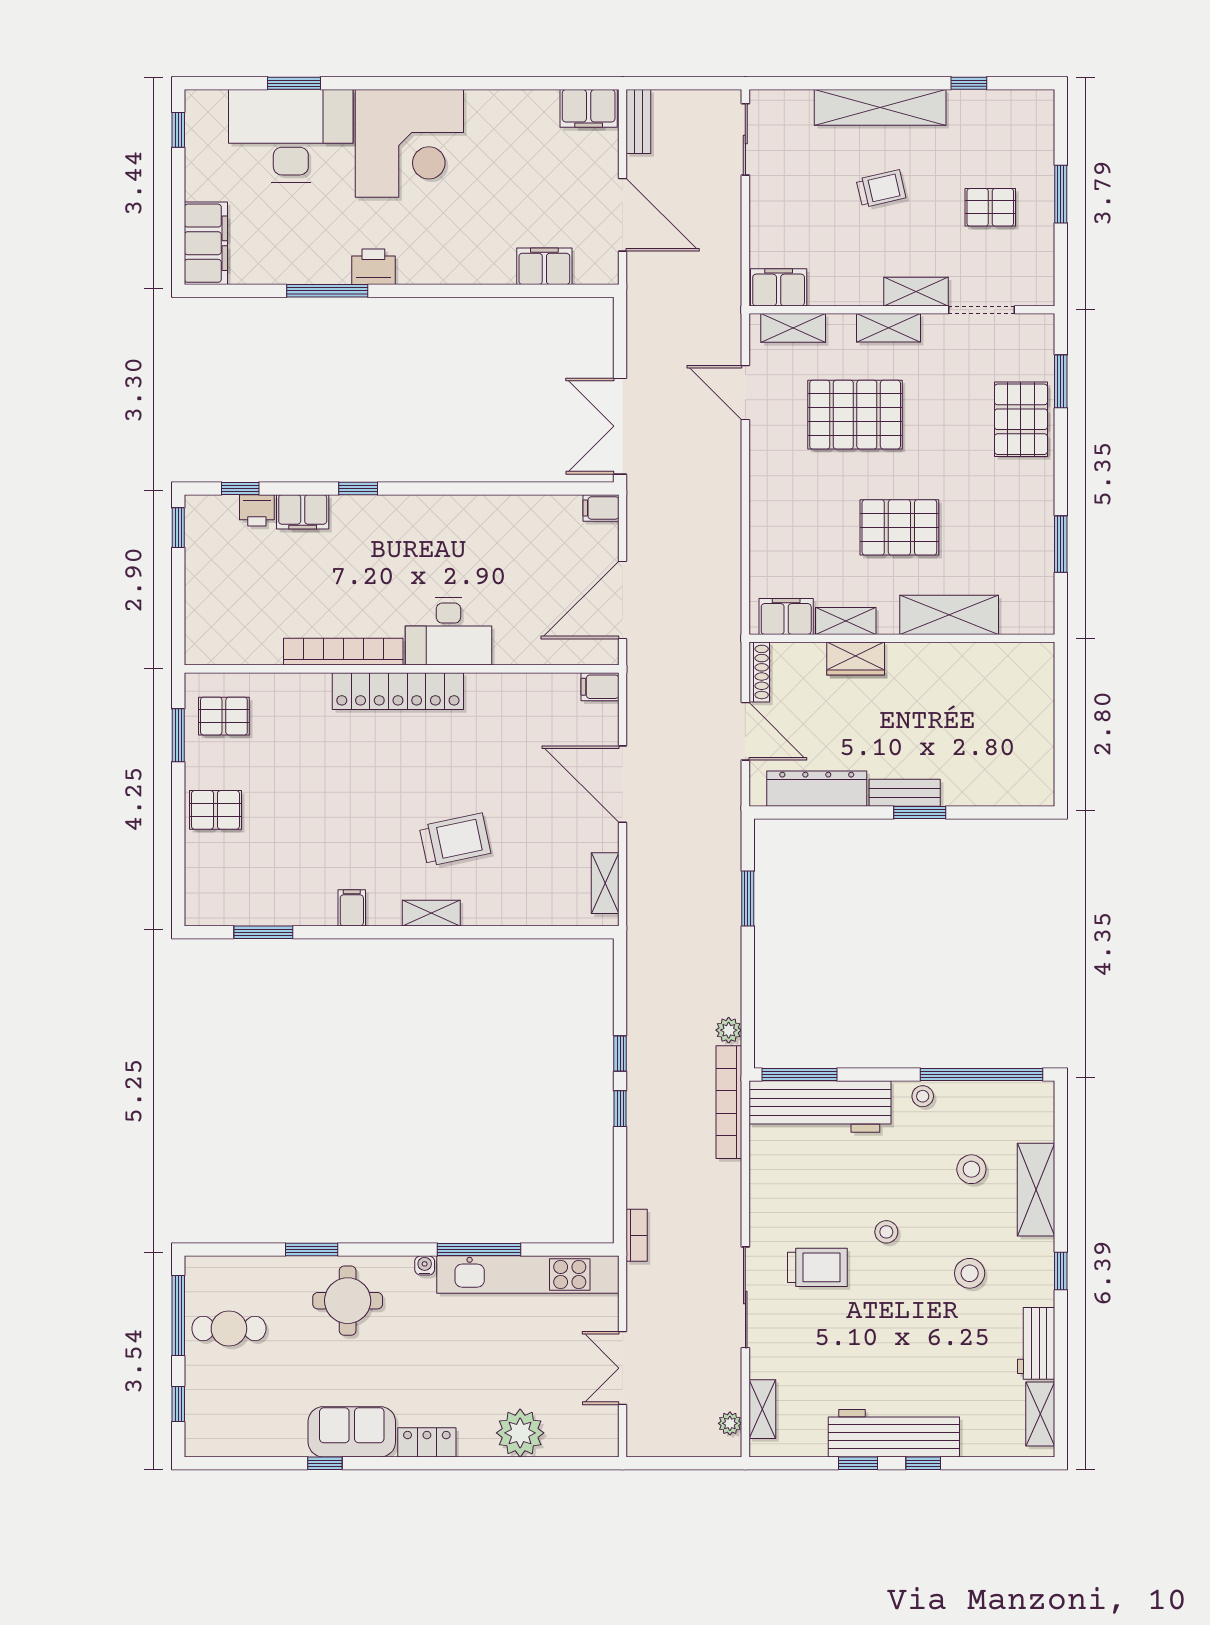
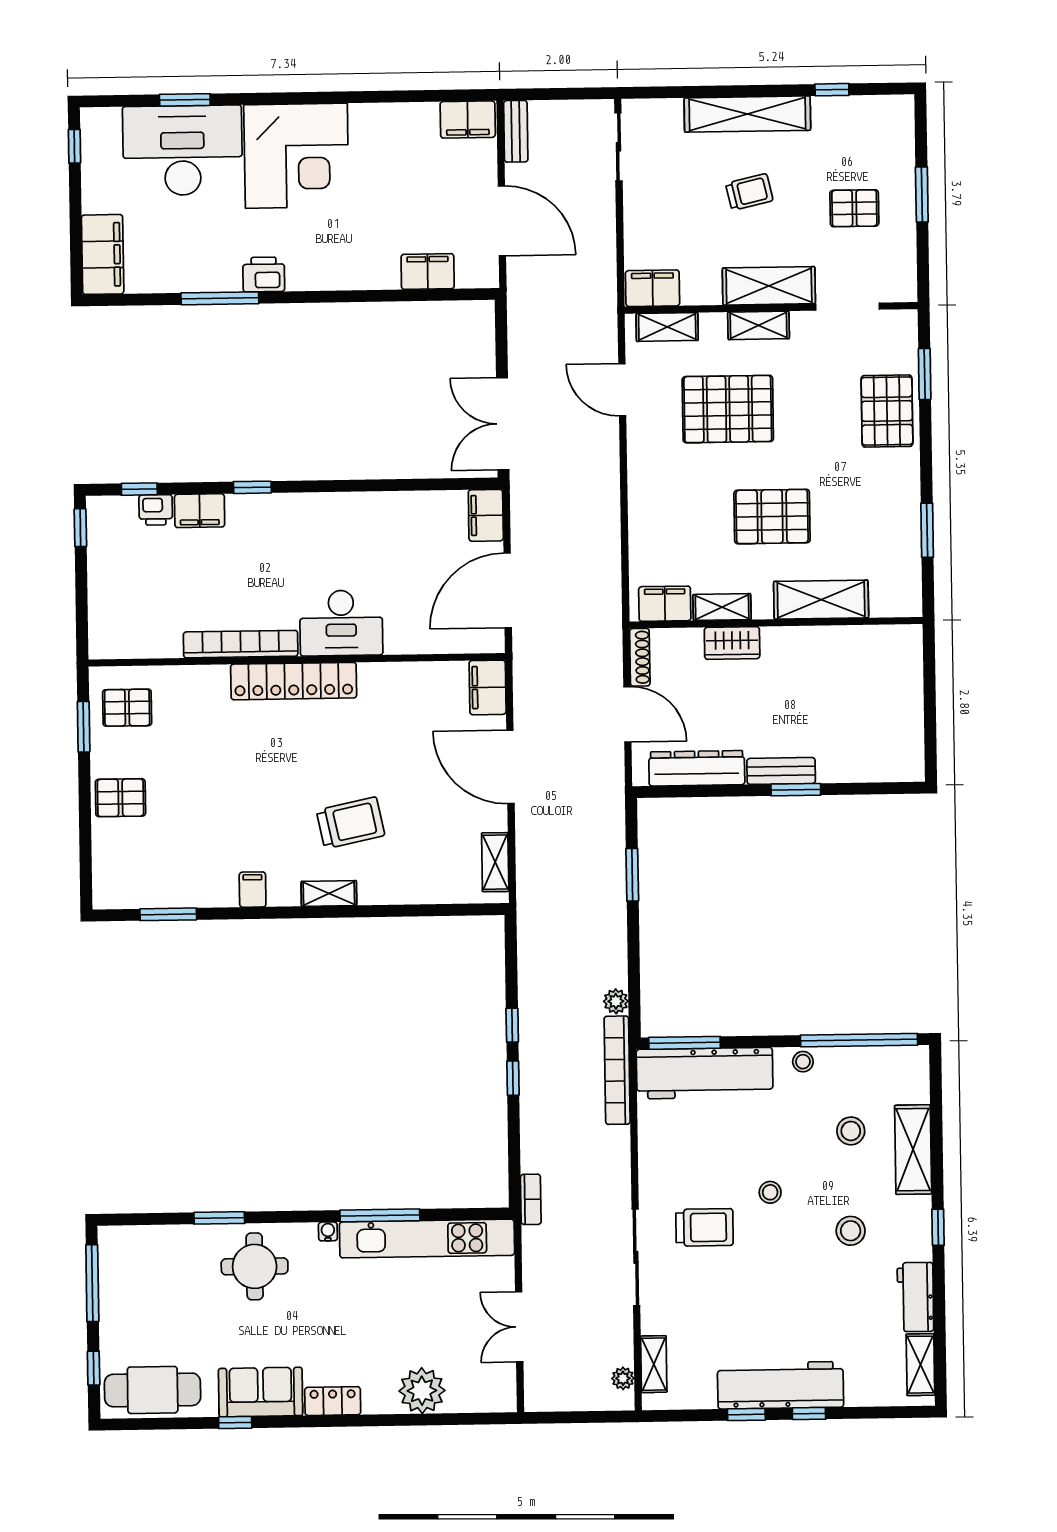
shelving: (916, 292) -> (769, 286), width x1.50, depth x1.33
filing cabinet: (601, 508) -> (486, 515), width x2.00
filing cabinet: (600, 687) -> (488, 687), width x2.00
cafe table: (229, 1329) -> (153, 1390), moved, width x1.37, depth x1.35

